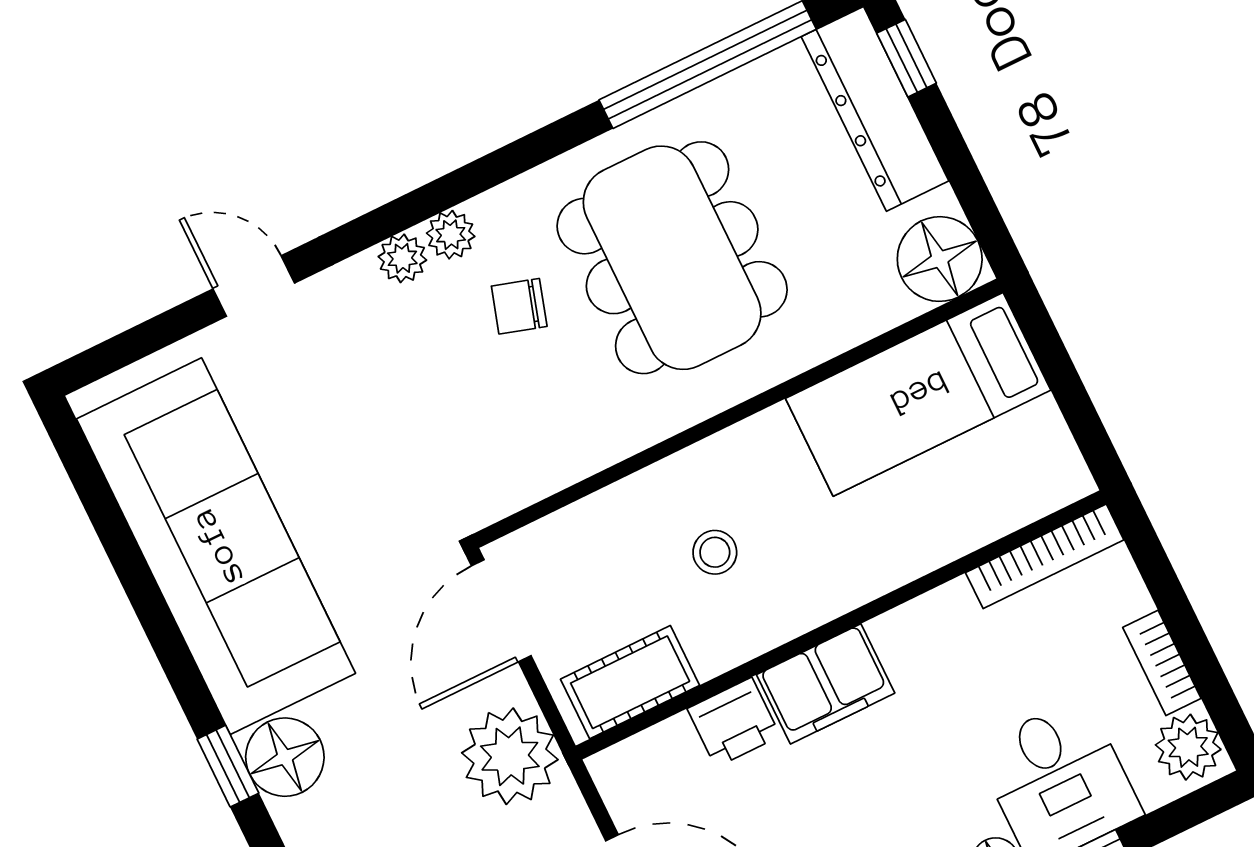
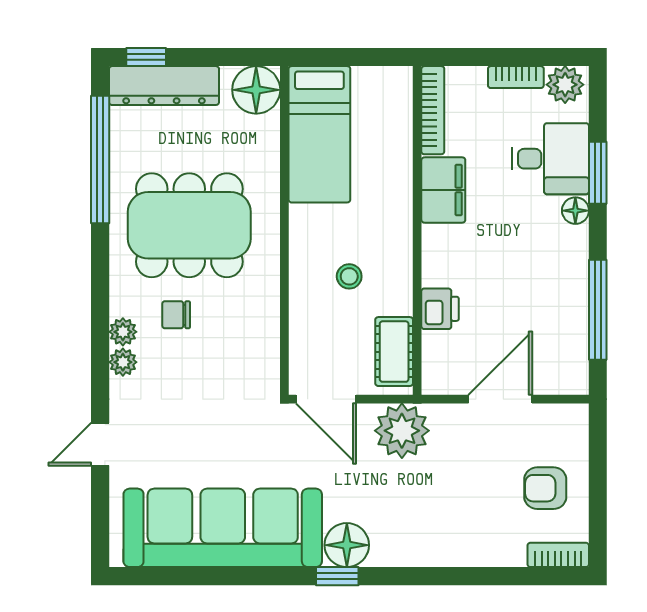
chair: (519, 306) -> (176, 315), turned 73
filing cabinet: (826, 684) -> (443, 190), moved

